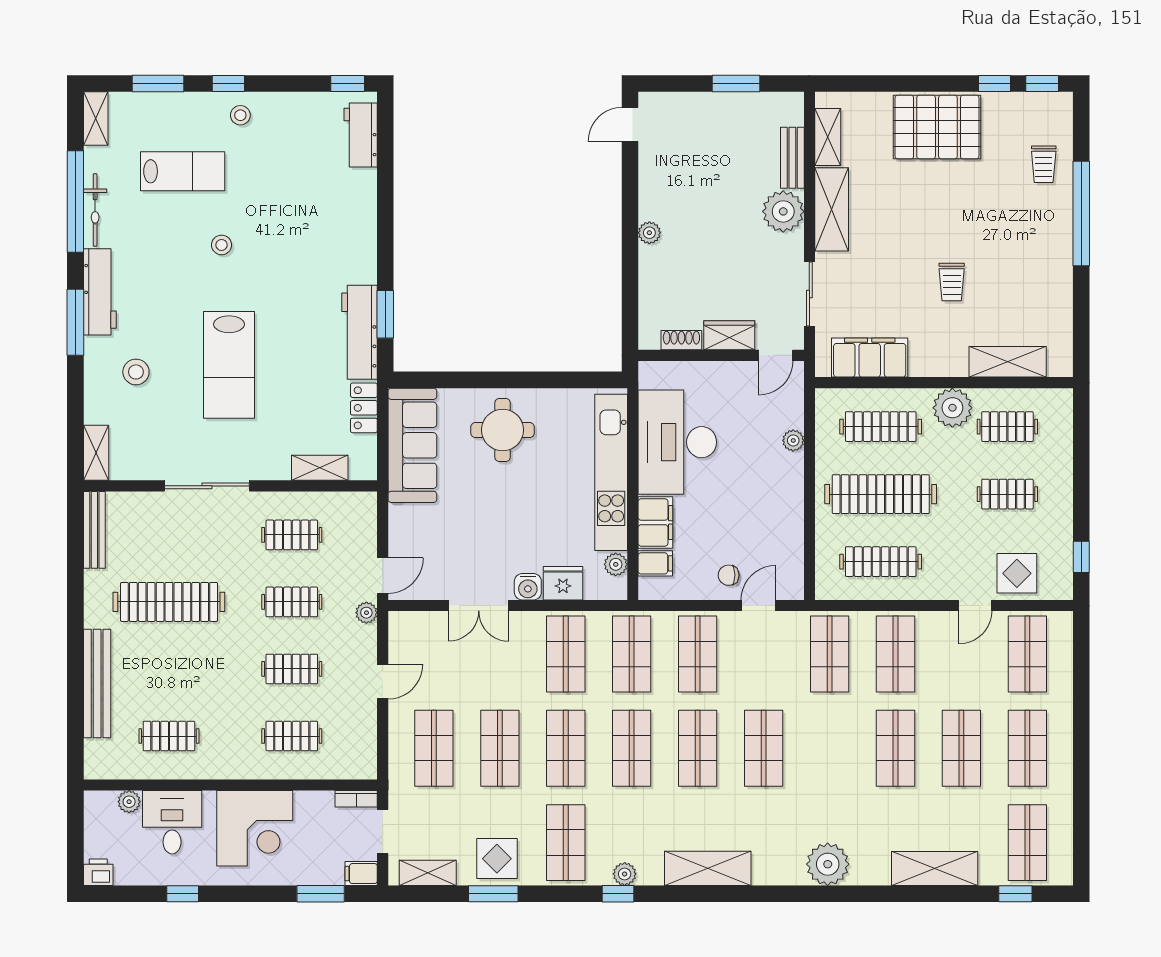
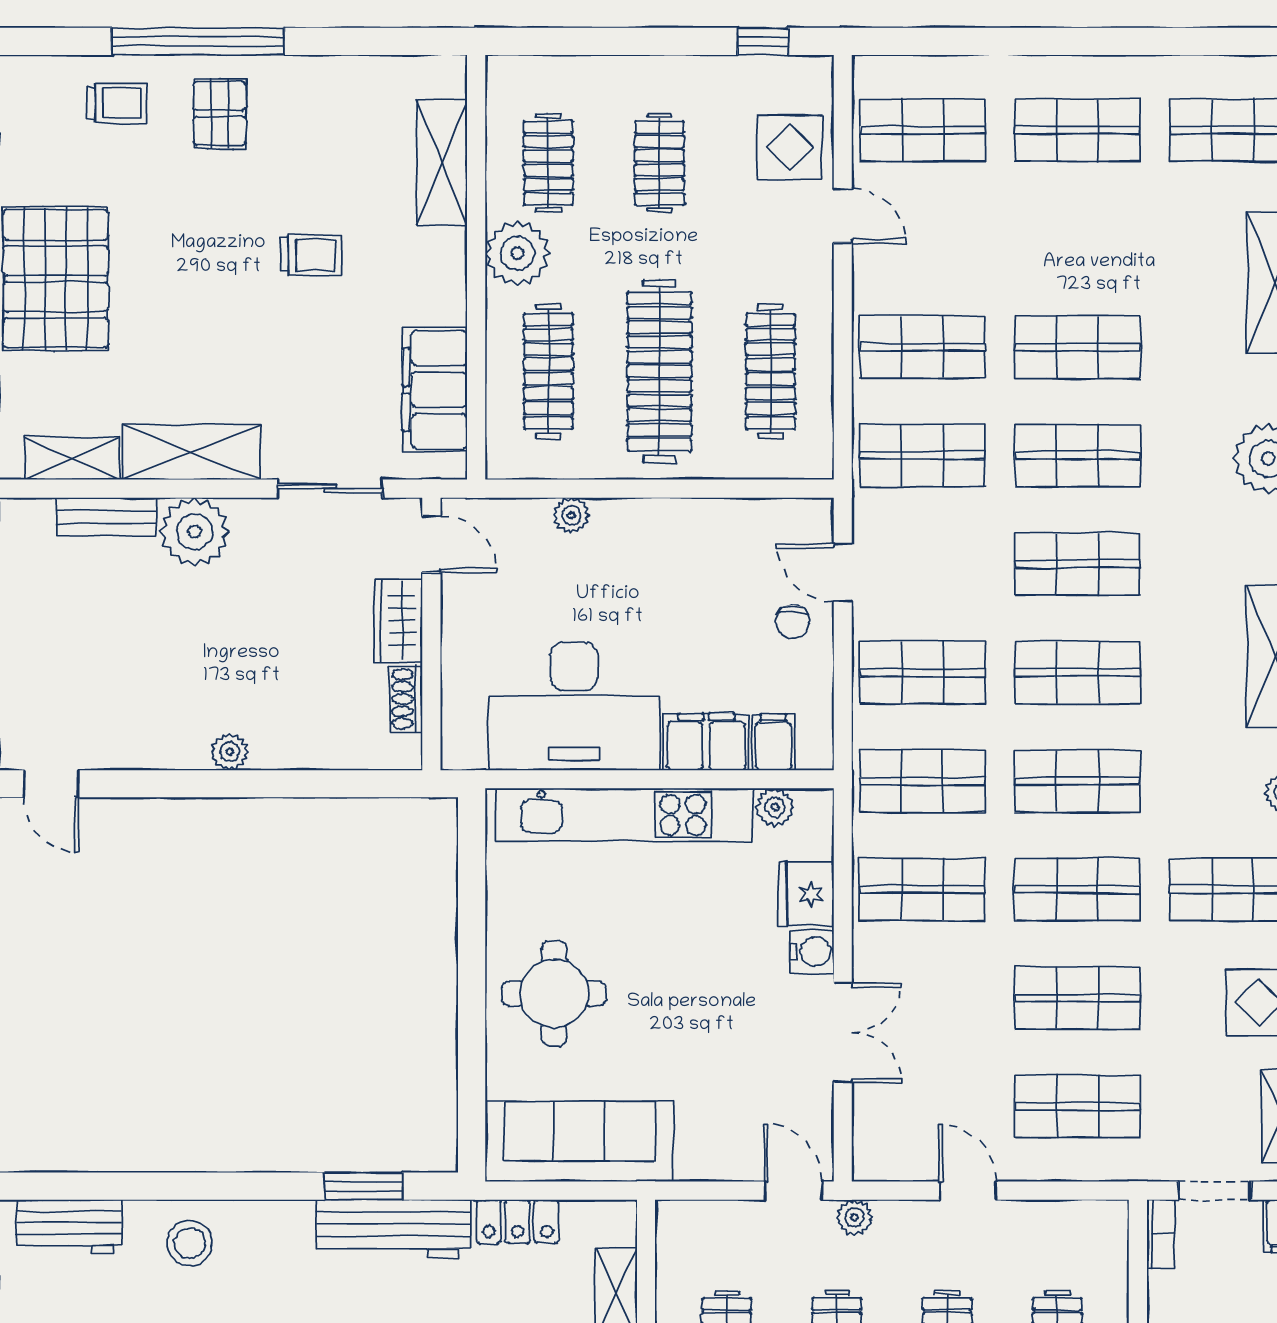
stool: (351, 208) -> (190, 1243), added
pallet: (1038, 227) -> (220, 113), added
shop shelf: (961, 748) -> (1078, 456), moved

